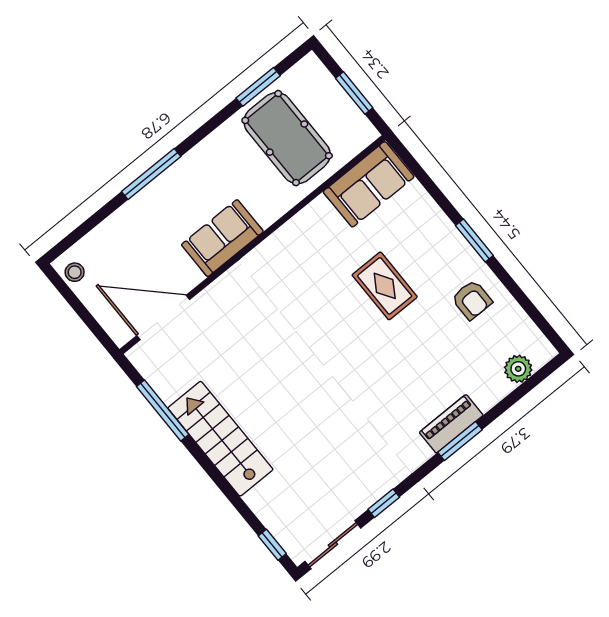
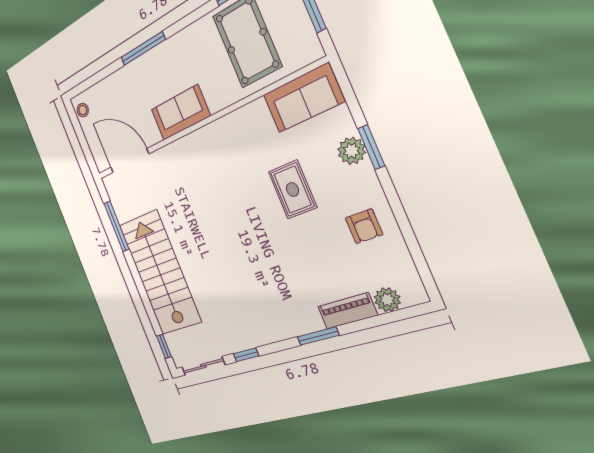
plant: (436, 225) -> (352, 151), added
window: (474, 240) -> (371, 147), moved
piano: (451, 424) -> (347, 311), moved
stairs: (220, 439) -> (160, 273), width x1.36, depth x1.51

